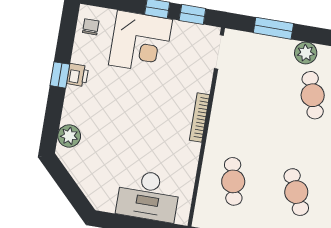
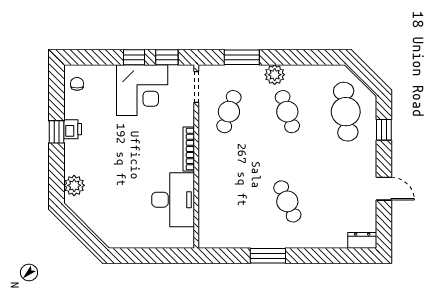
corner desk: (141, 42) -> (142, 90), moved
cafe table: (233, 181) -> (229, 112), moved, turned 30
desk: (148, 196) -> (173, 200), moved, turned -90

